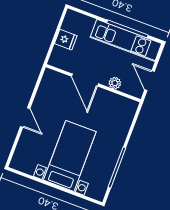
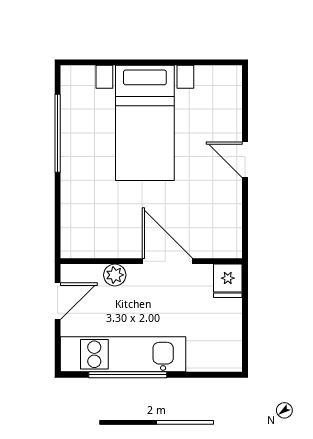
fridge: (66, 40) -> (228, 281), moved, turned -90
door: (150, 81) -> (58, 301), hinge flipped

